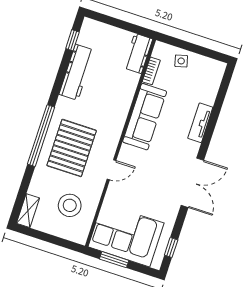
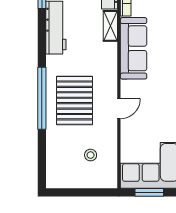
stool: (70, 205) -> (91, 155), width x0.53, depth x0.53
shelving: (28, 211) -> (110, 26), moved

